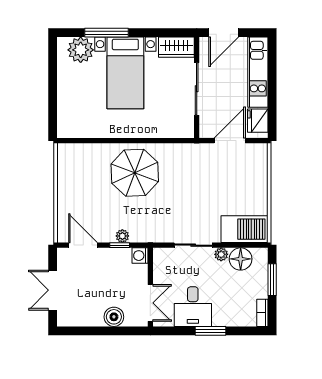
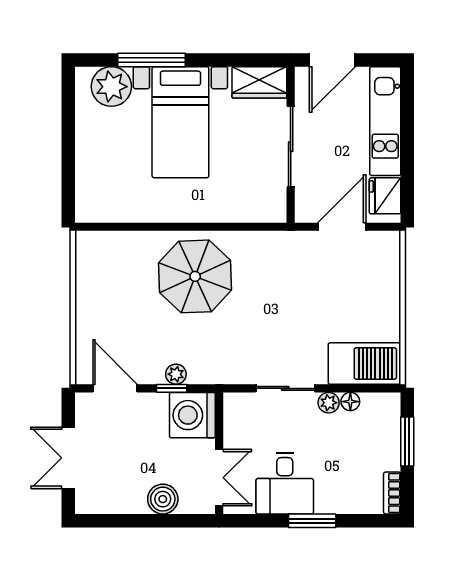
washing machine: (140, 256) -> (192, 415), width x1.89, depth x1.89
floor lamp: (241, 259) -> (350, 402), width x0.53, depth x0.53

